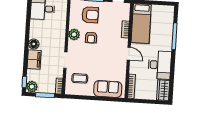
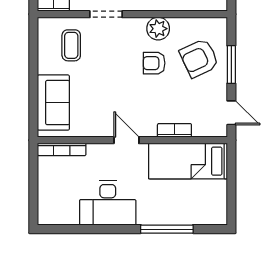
armchair: (90, 15) -> (199, 58), turned 65
door: (129, 54) -> (126, 140), swing flipped
wardrobe: (163, 90) -> (58, 213), removed

